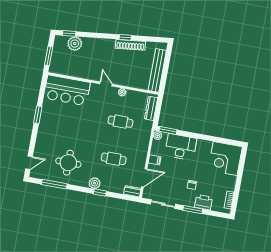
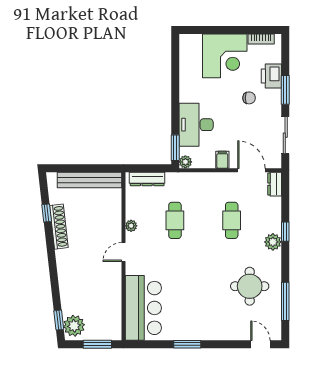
window: (125, 37) -> (47, 213), moved
plant: (75, 44) -> (74, 326), moved
corner desk: (225, 159) -> (225, 56), moved

